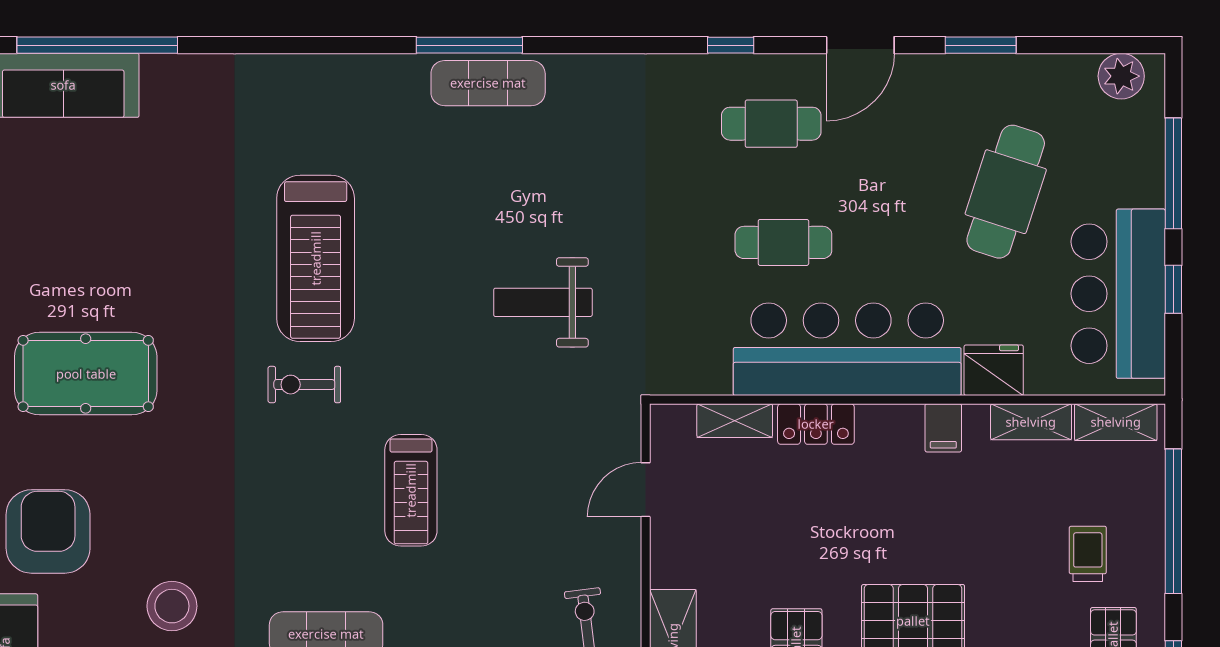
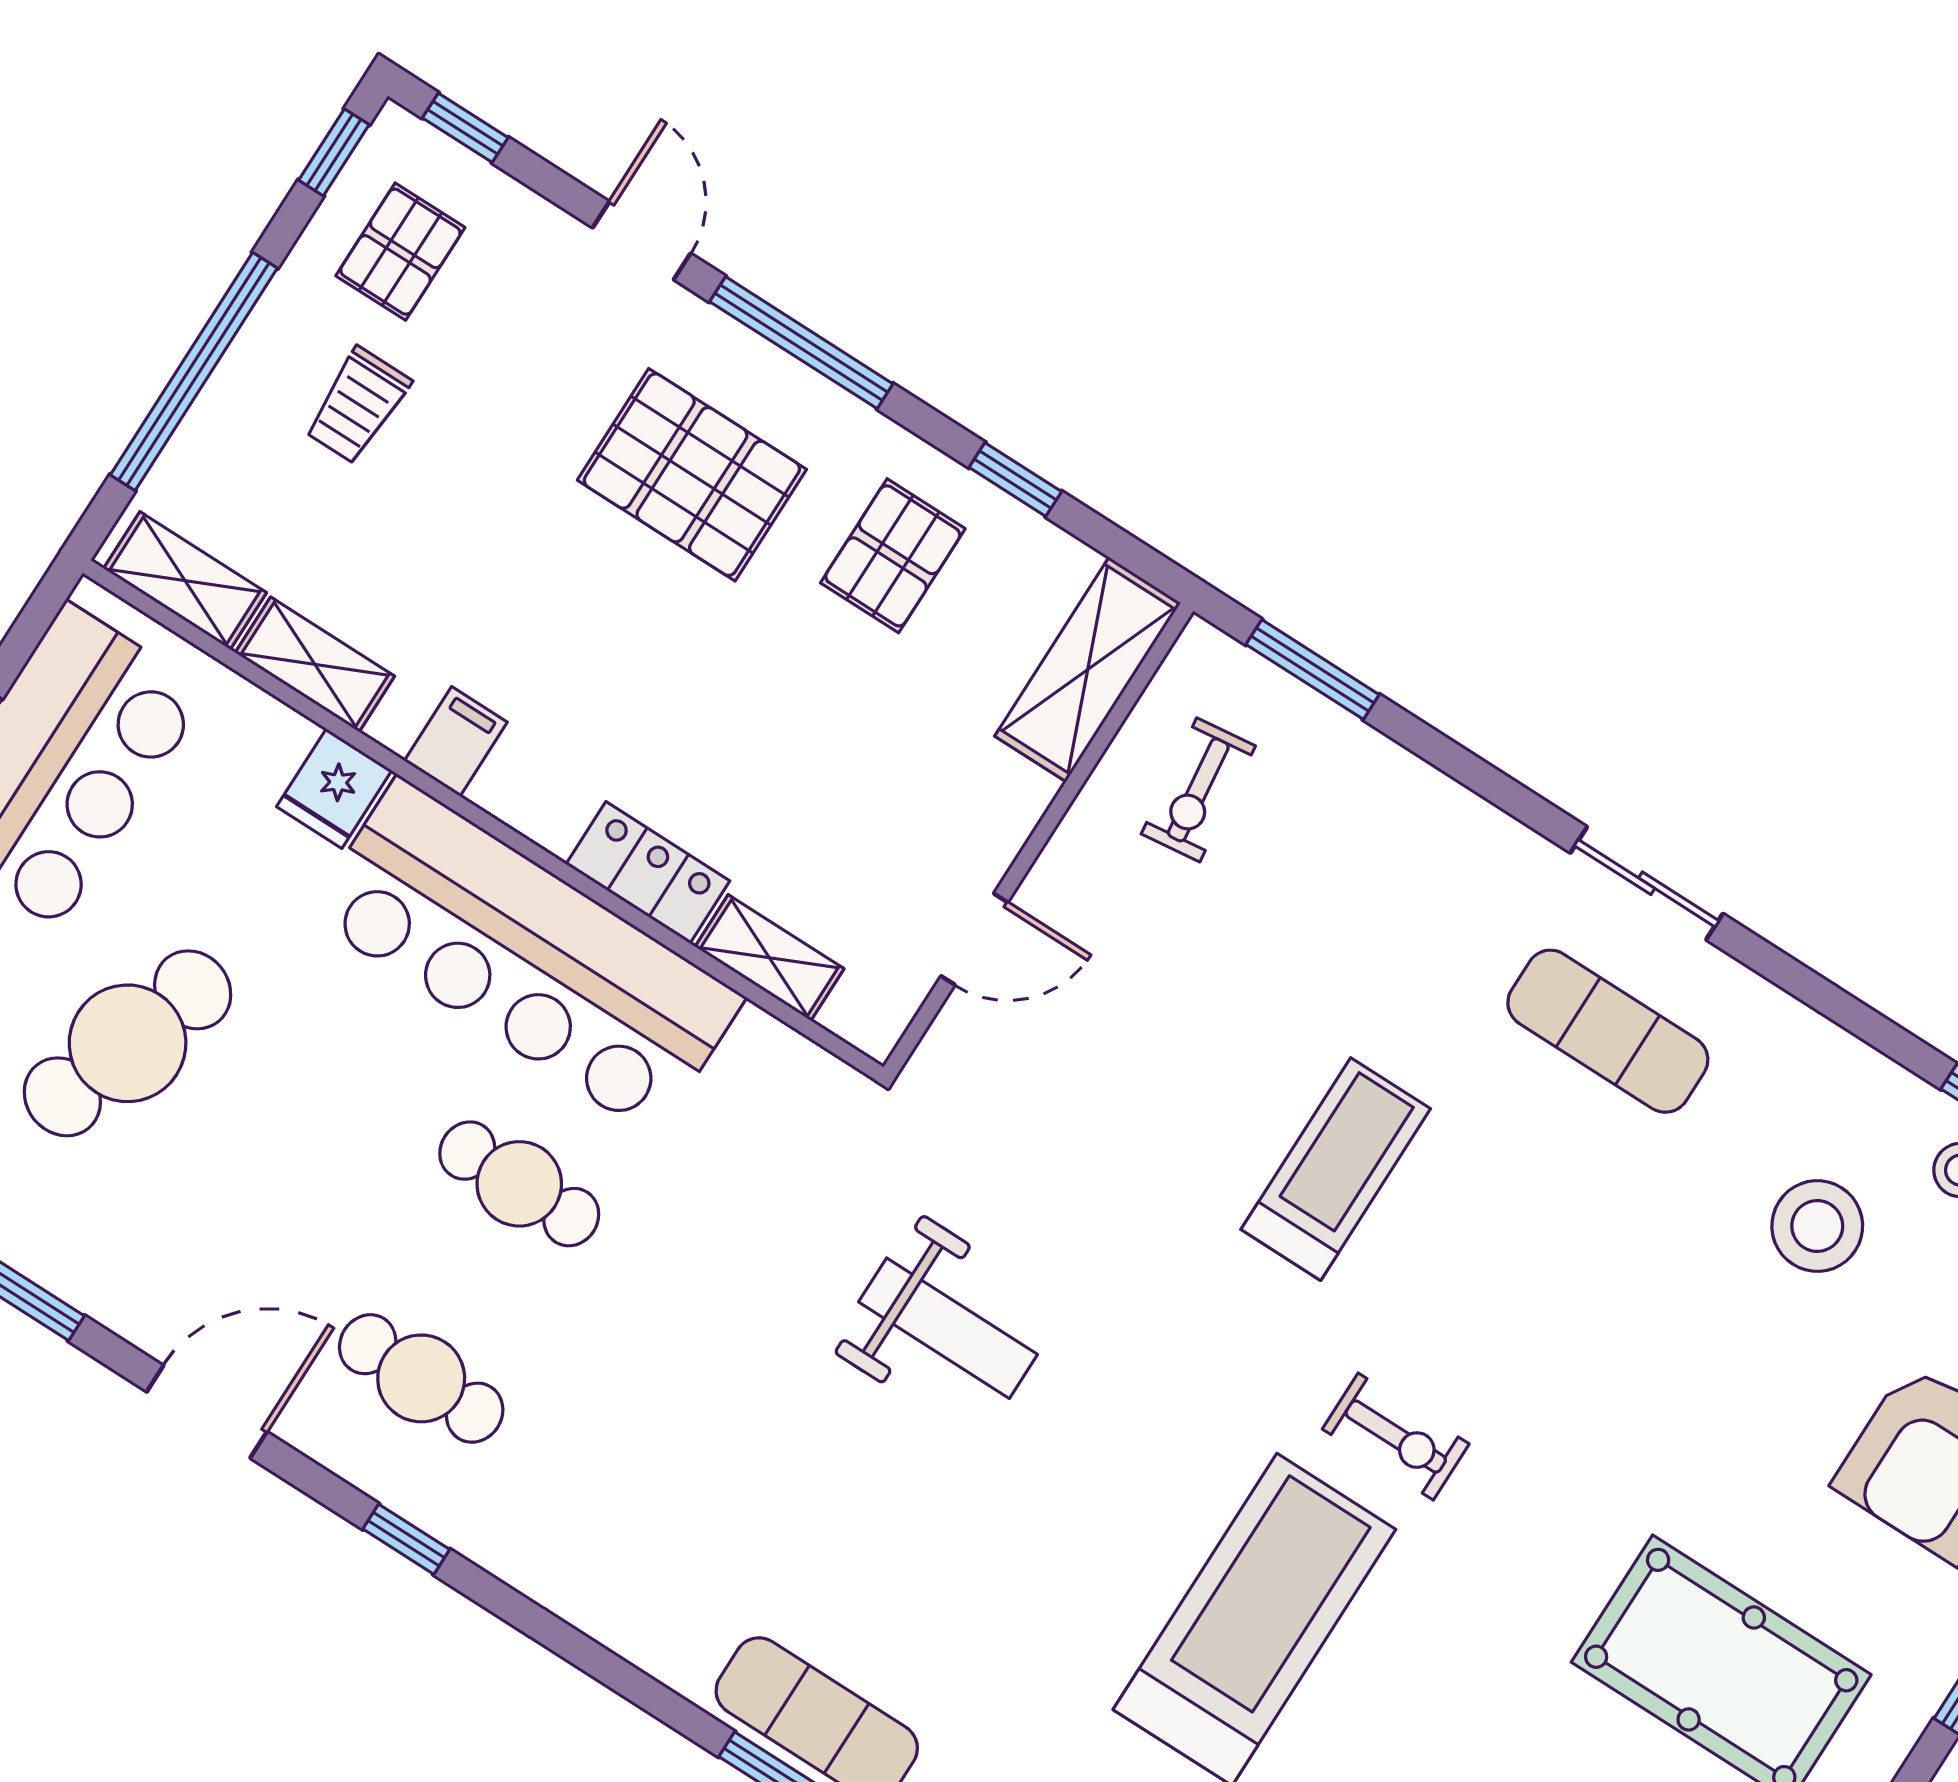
fridge: (994, 370) -> (334, 789), width x0.72

